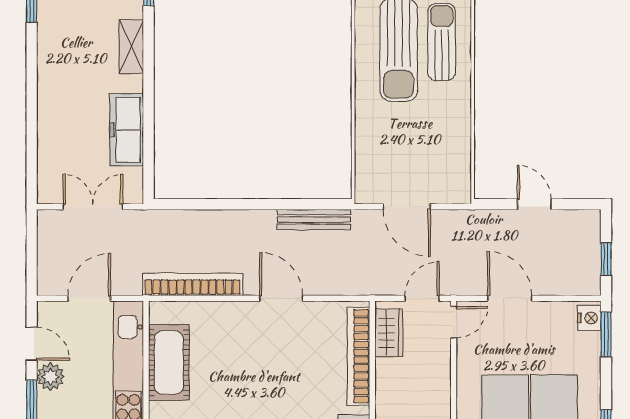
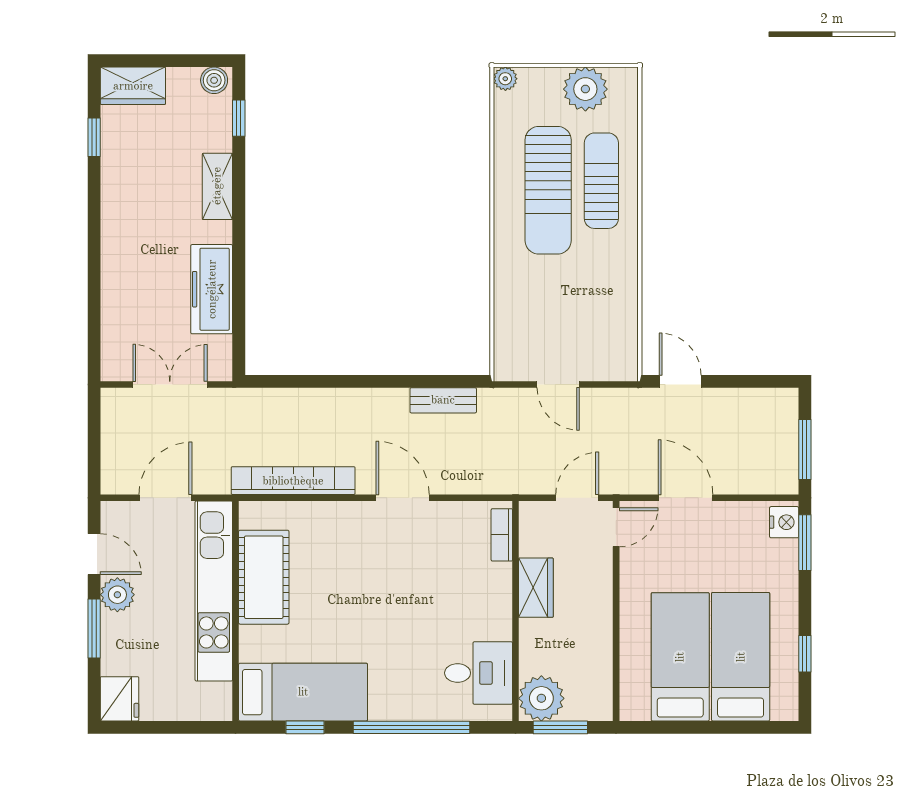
door: (534, 204) -> (680, 381), moved
door: (407, 207) -> (558, 385), width x0.73
bench: (314, 220) -> (443, 400), width x0.73
window: (606, 259) -> (805, 449), width x1.50
wardrobe: (389, 333) -> (536, 588), moved
bookcase: (358, 356) -> (502, 535), width x0.43, depth x0.76

